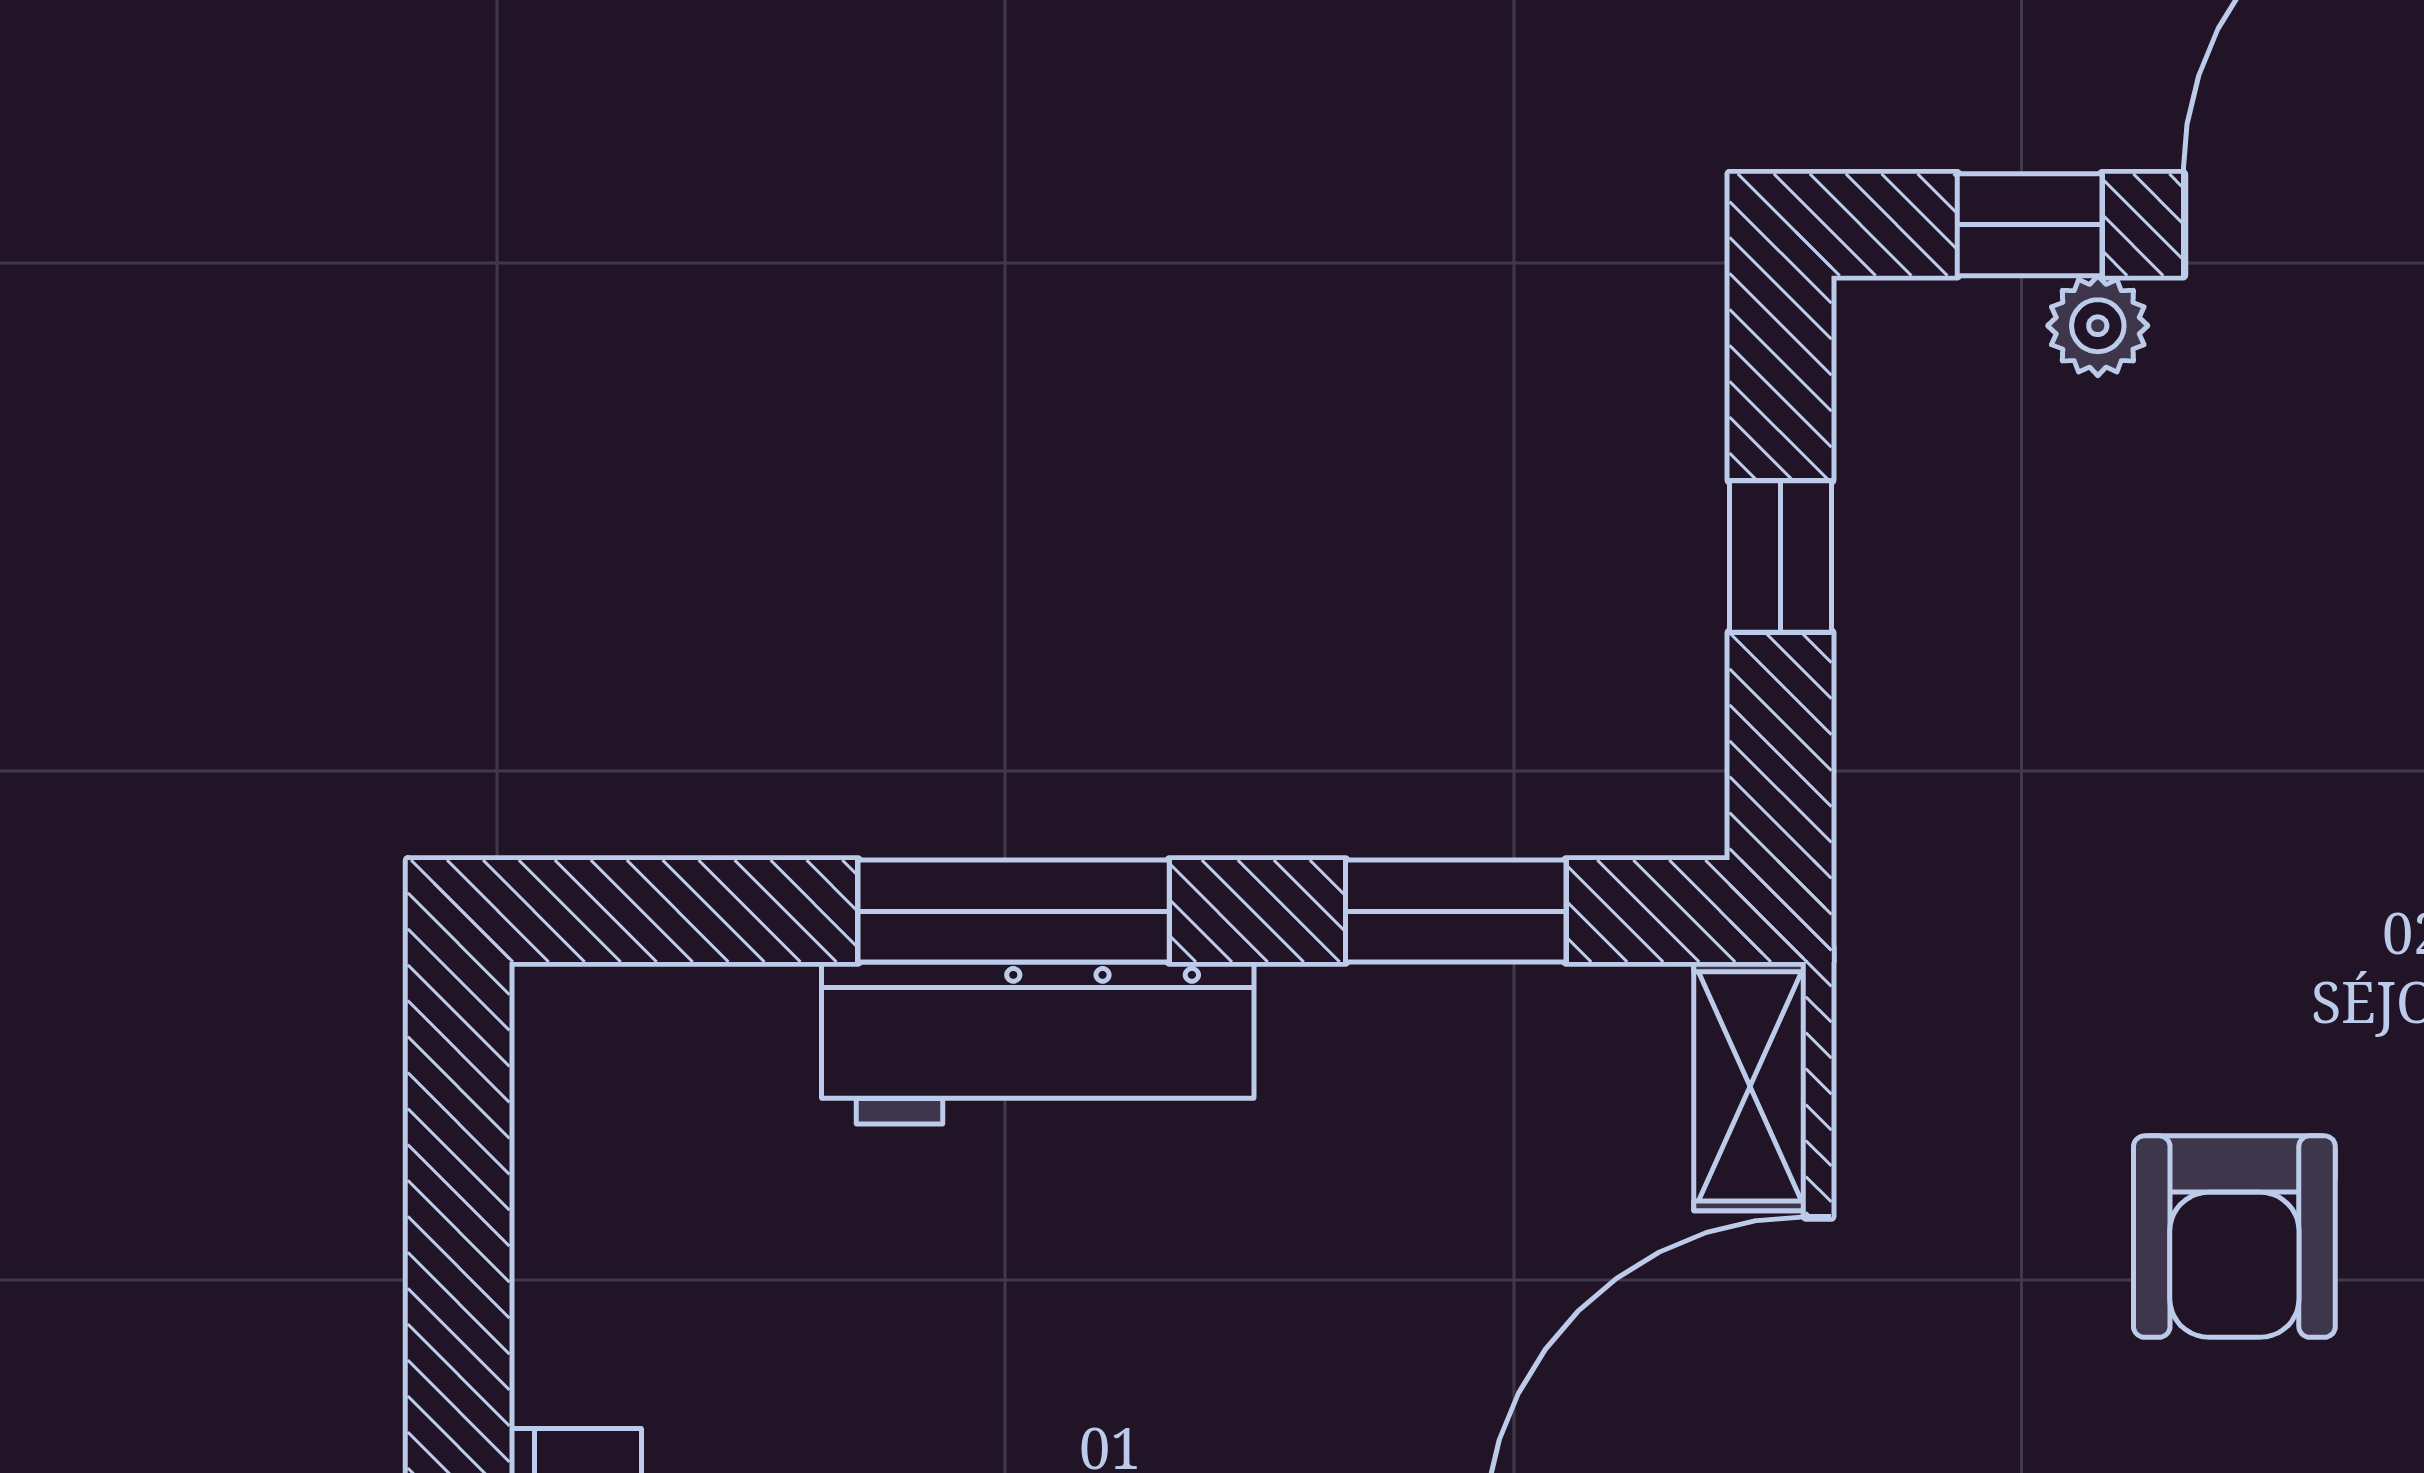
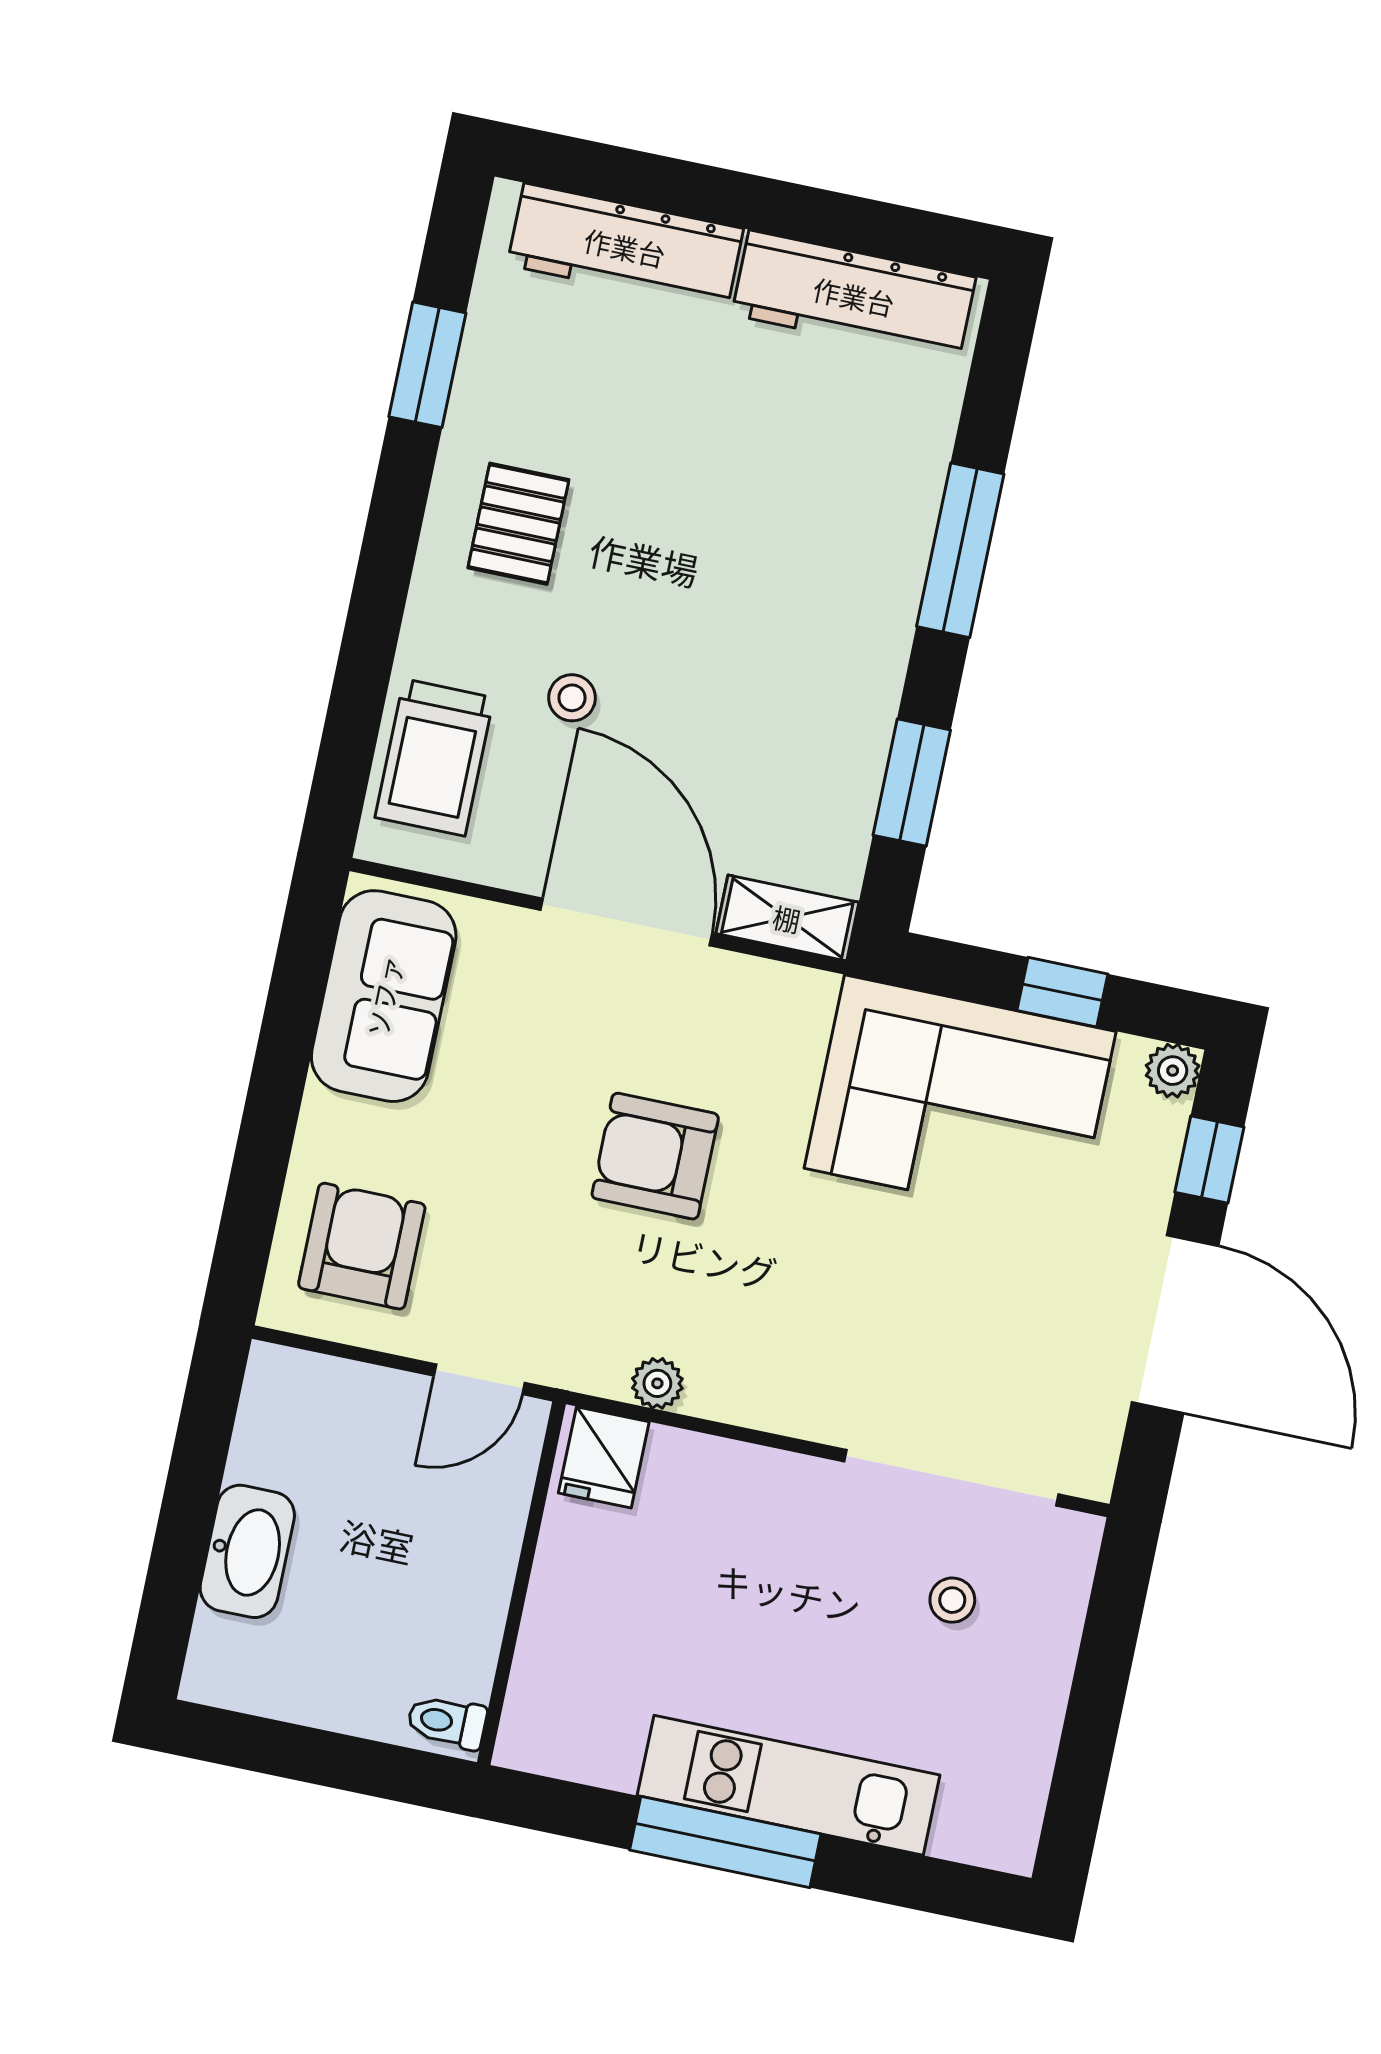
plant: (2098, 326) -> (1173, 1071), moved
corner sofa: (2016, 702) -> (960, 1100), added
workbench: (1038, 1043) -> (854, 296), moved, turned -90

